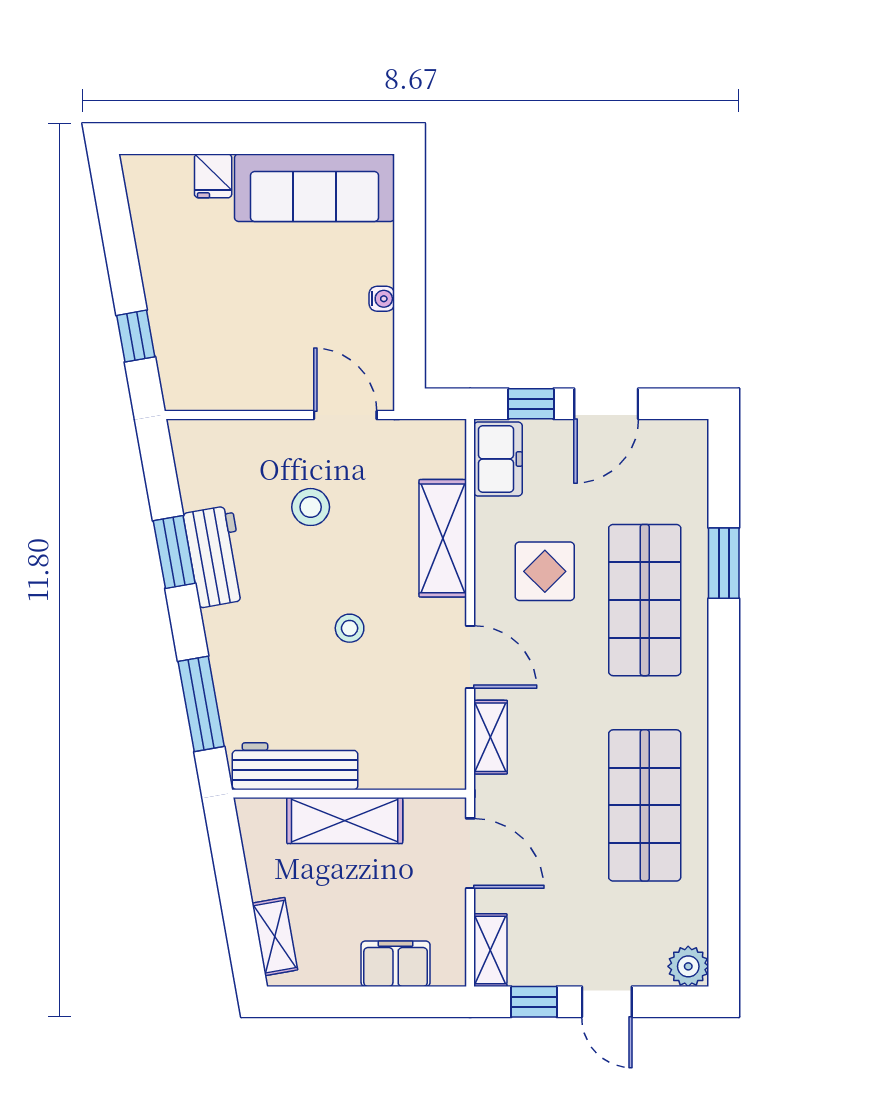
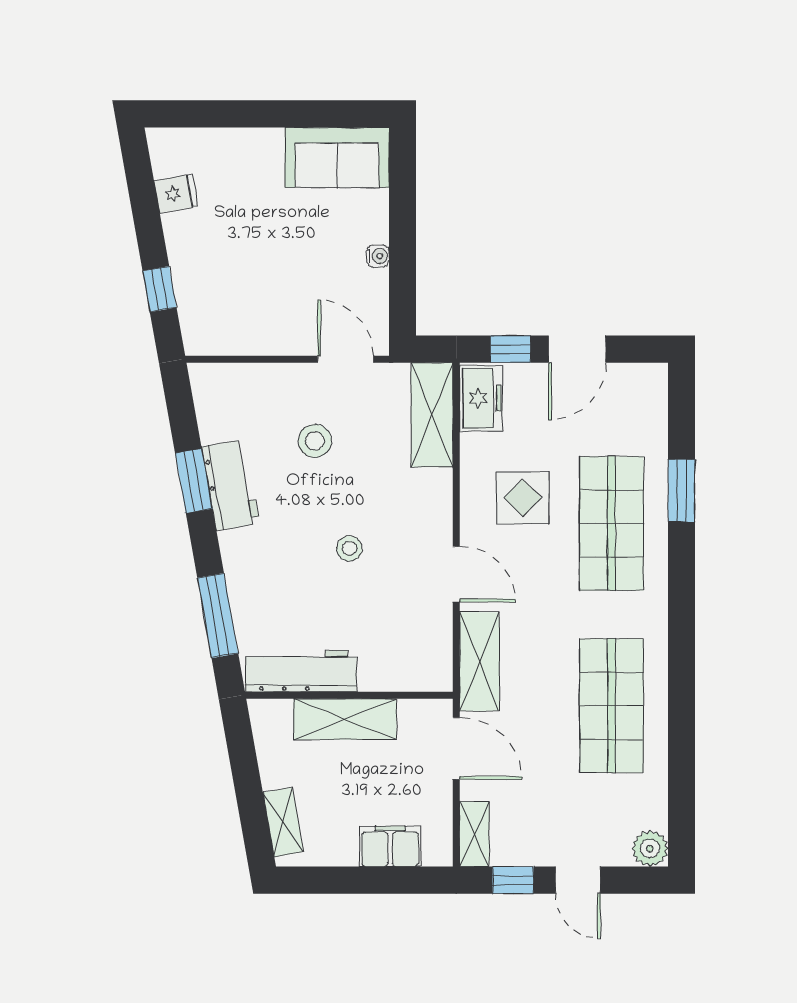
fridge: (213, 176) -> (176, 193), moved, turned -100
sofa: (314, 188) -> (337, 157), width x0.73
shelving: (443, 538) -> (432, 415), moved
shelving: (491, 737) -> (479, 662), width x1.50, depth x1.33

